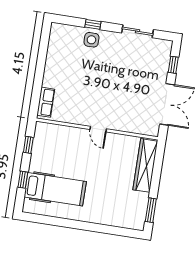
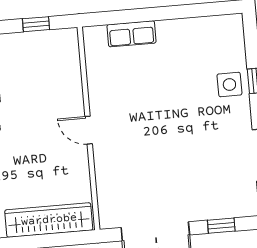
row of seats: (46, 102) -> (132, 34), moved
door: (98, 129) -> (89, 130), hinge flipped

